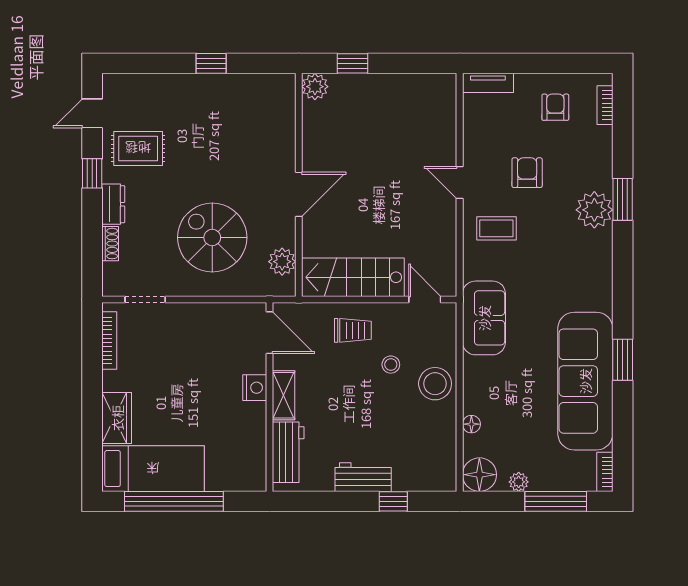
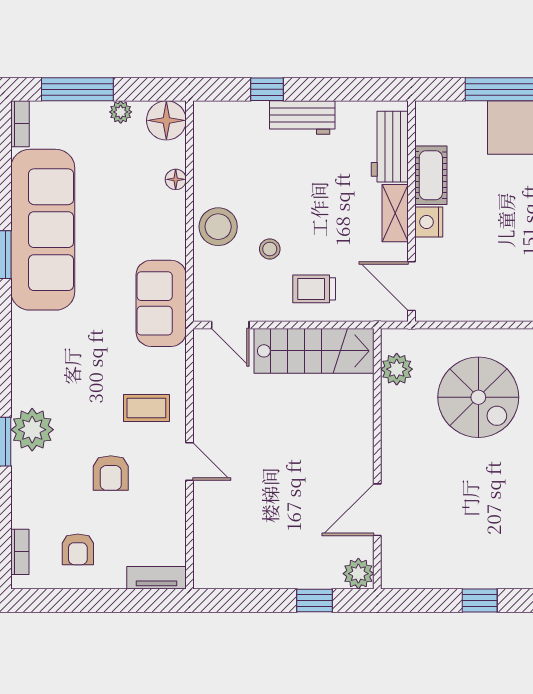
door: (299, 194) -> (377, 510), moved
cot: (253, 428) -> (431, 175), added

